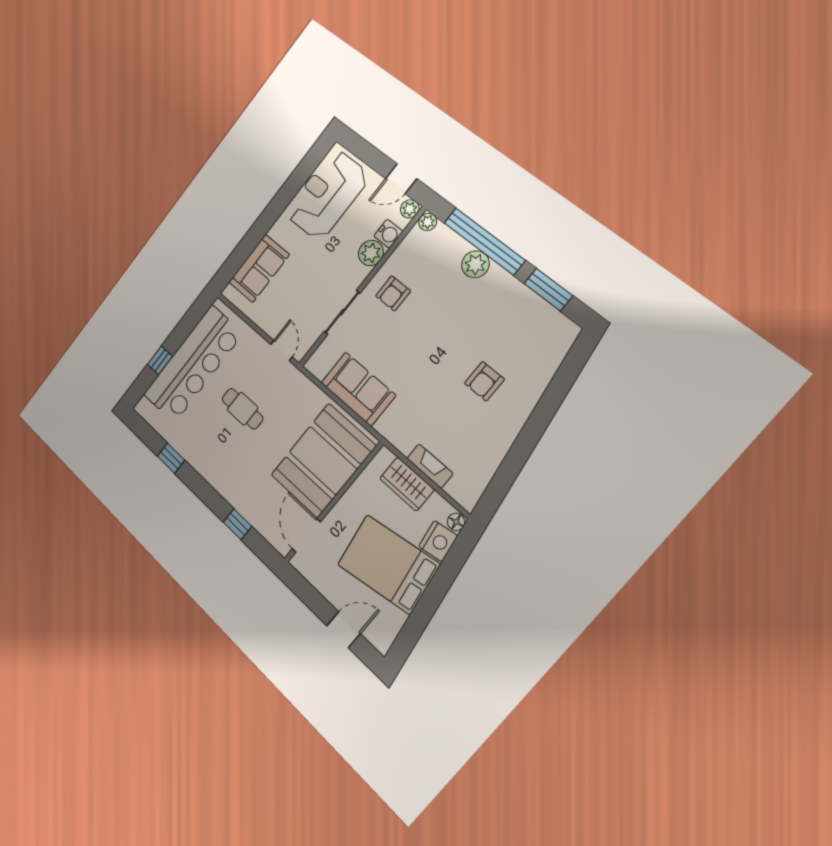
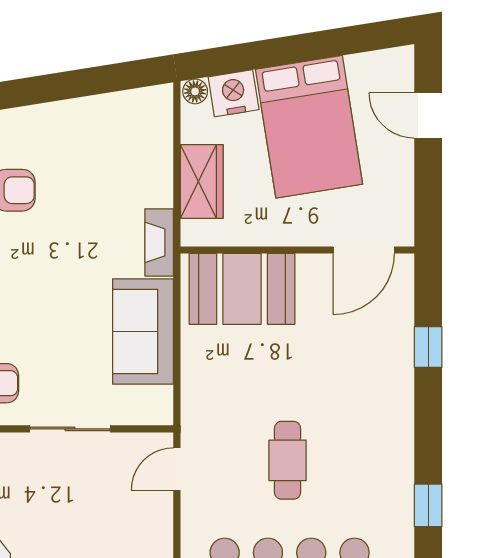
booth: (323, 461) -> (242, 289), width x0.73, depth x0.70
fireplace: (430, 466) -> (159, 242), moved

